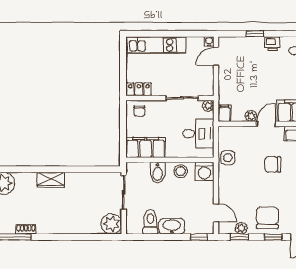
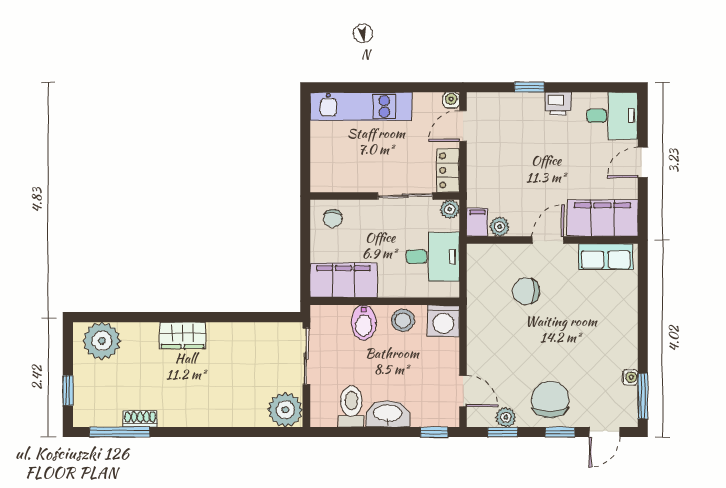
locker: (139, 89) -> (448, 170), moved, turned -90
plant: (251, 116) -> (500, 227), moved
side table: (228, 158) -> (483, 298), removed
chair: (273, 164) -> (526, 291), moved

